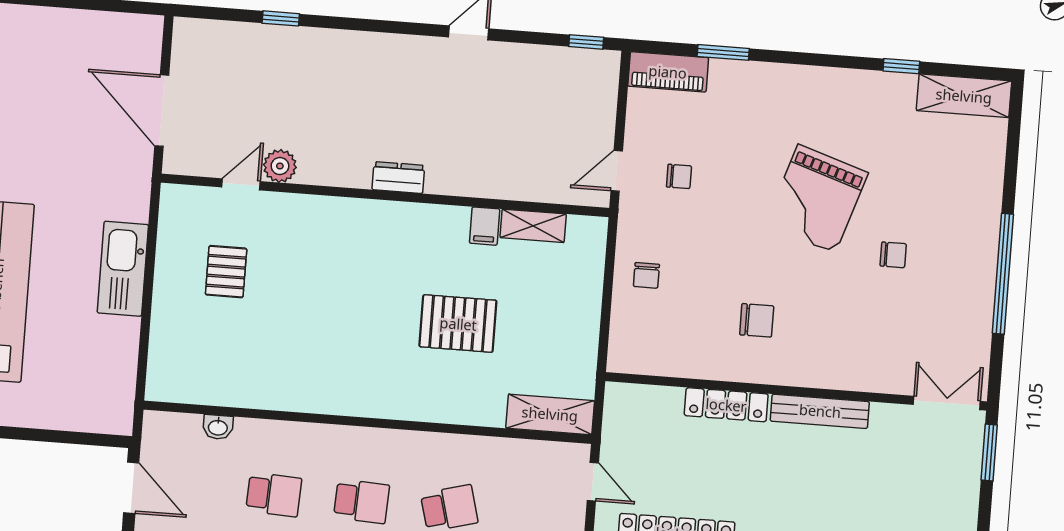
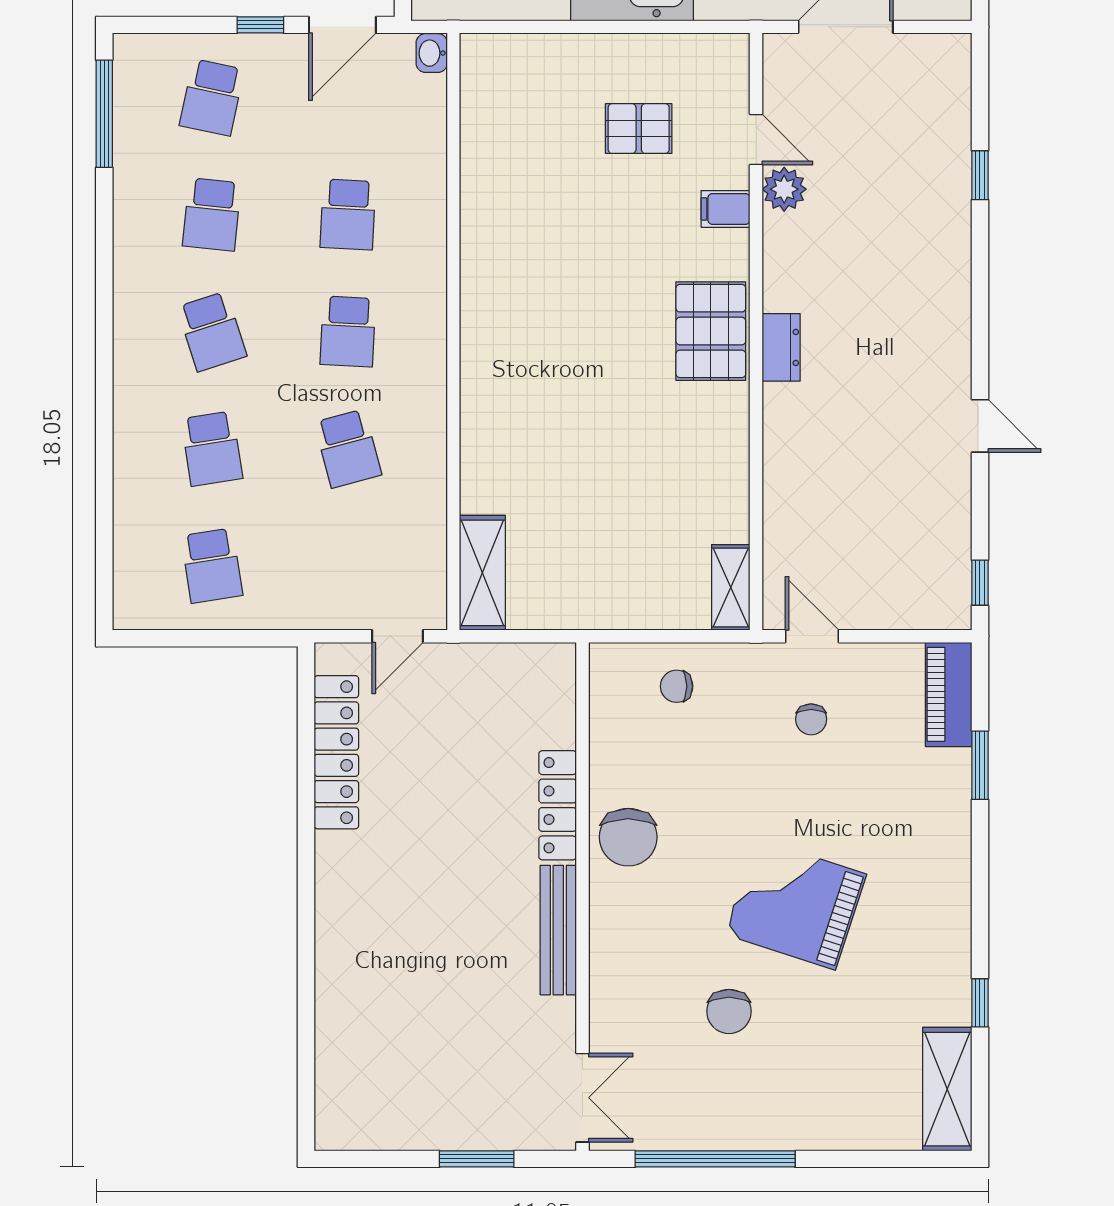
filing cabinet: (485, 226) -> (725, 209), moved
shelving: (533, 226) -> (731, 587), moved
chair: (893, 255) -> (729, 1011), width x1.37, depth x1.37
chair: (757, 320) -> (628, 837), width x1.37, depth x1.37
pallet: (458, 324) -> (711, 331), moved
wall: (796, 391) -> (582, 897), moved
double door: (947, 403) -> (582, 1098), moved
locker: (726, 405) -> (558, 805), moved
bench: (820, 411) -> (558, 930), moved
washbasin: (218, 427) -> (432, 53), moved

